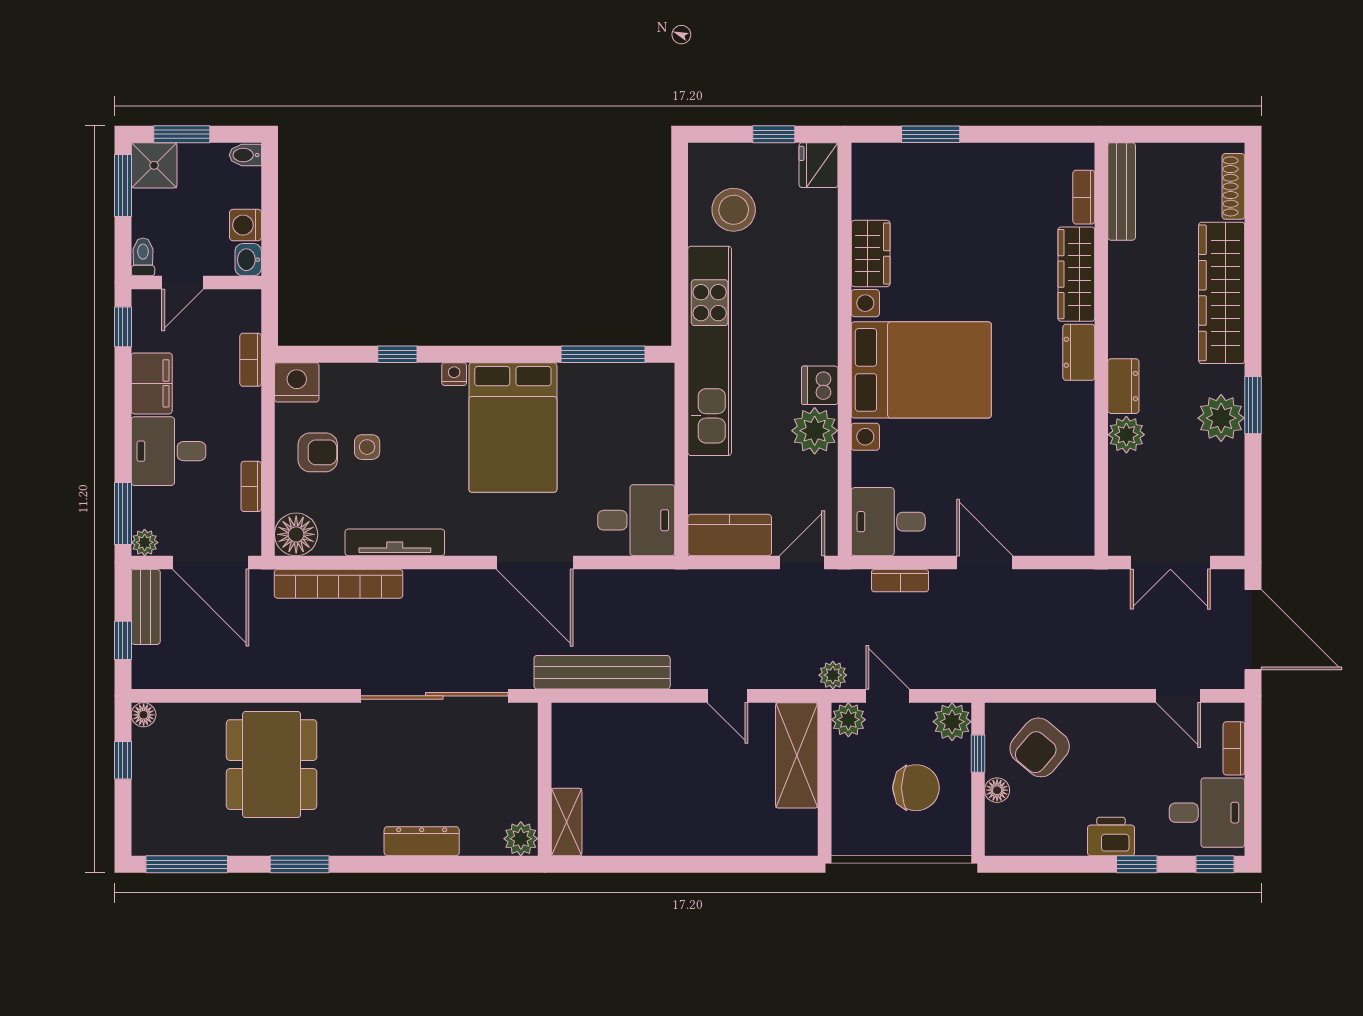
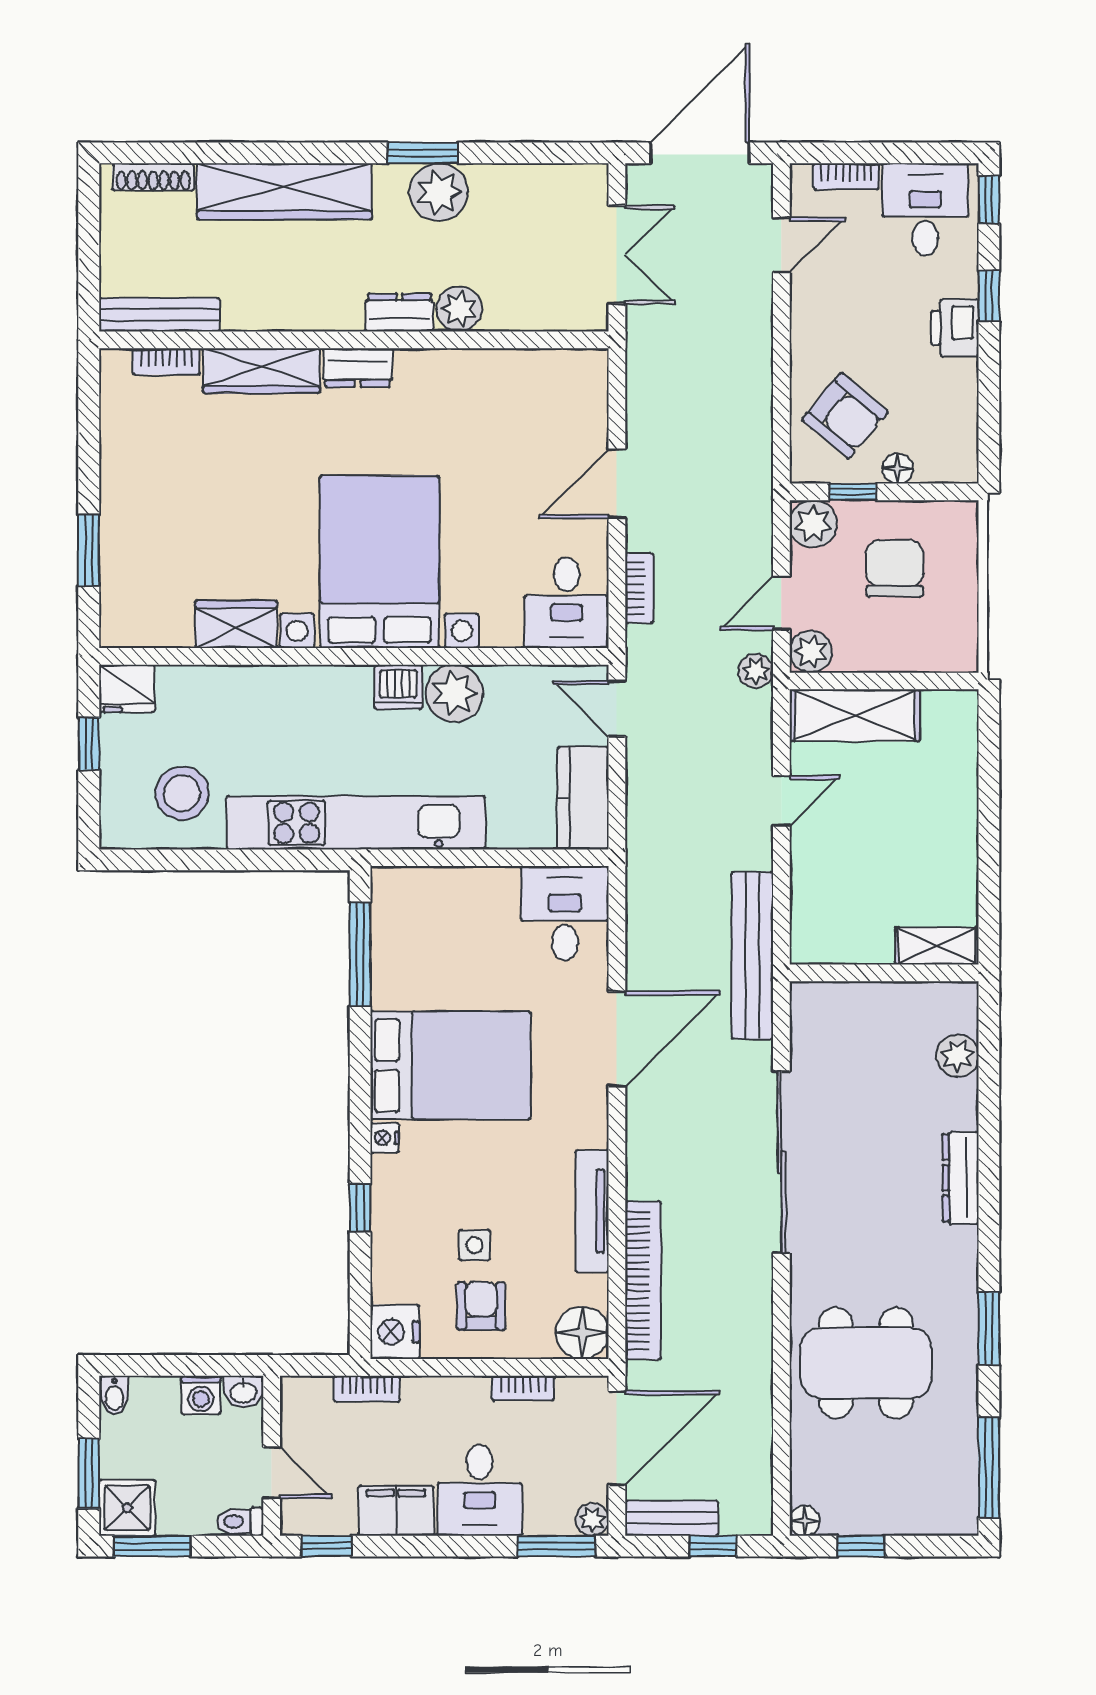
wall: (545, 779) -> (884, 973), moved
shelving: (567, 822) -> (937, 946), moved

